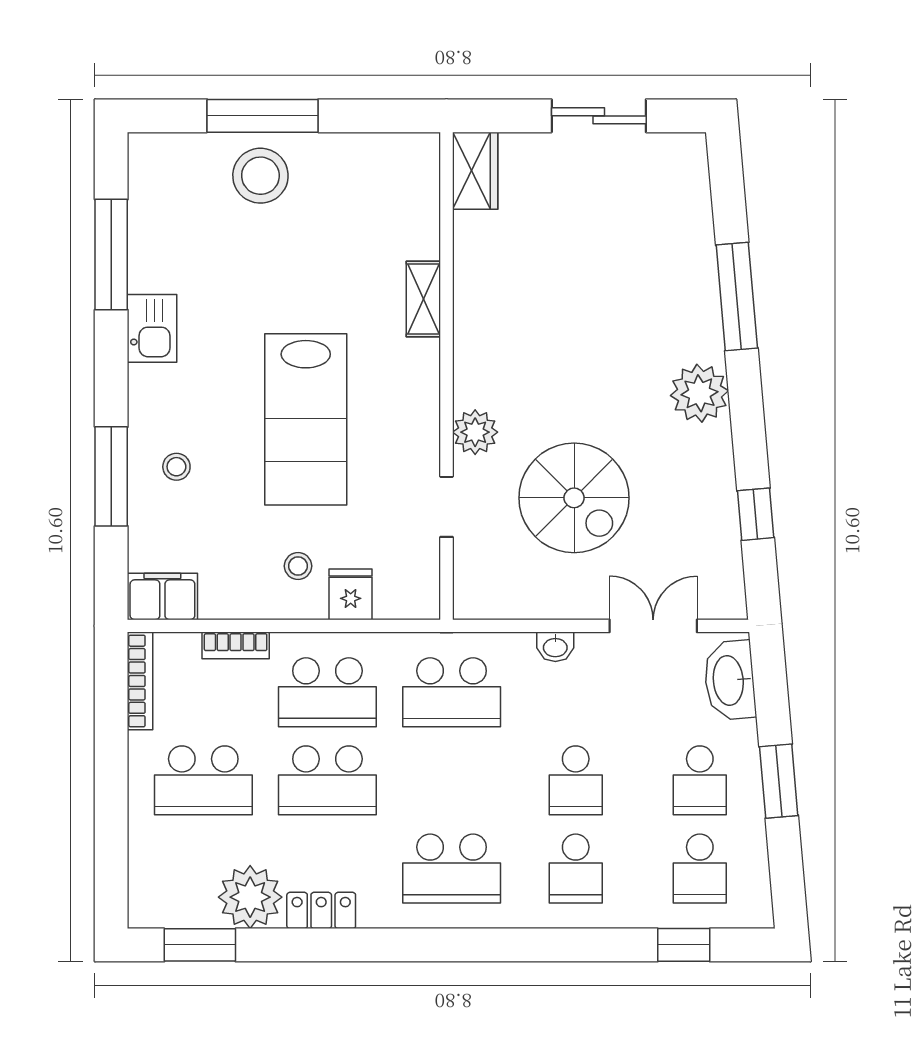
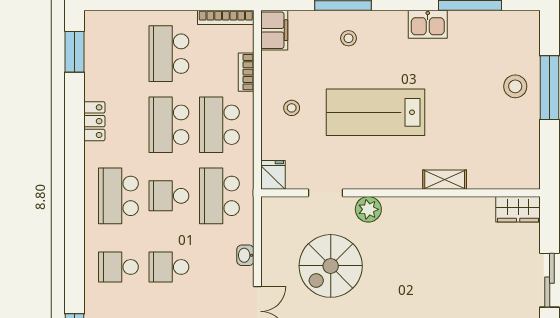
stool: (260, 176) -> (515, 86), width x0.73, depth x0.73
fridge: (351, 594) -> (273, 175), moved, turned -90
school desk: (452, 780) -> (169, 196), added
plant: (250, 897) -> (102, 80), removed

